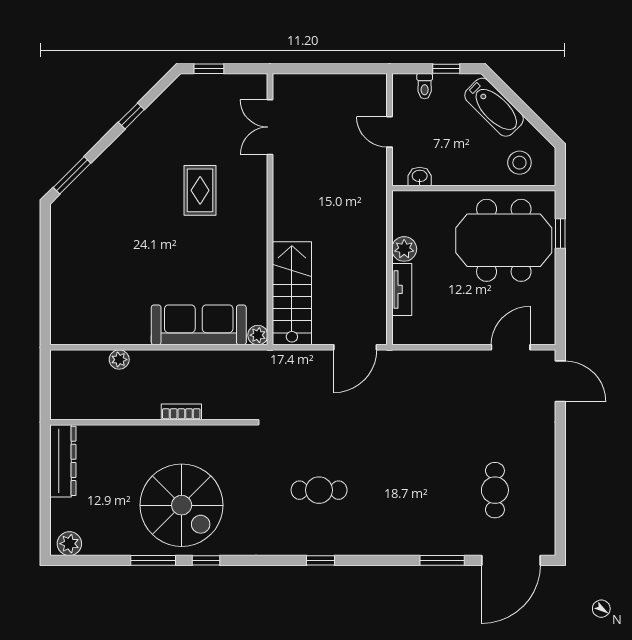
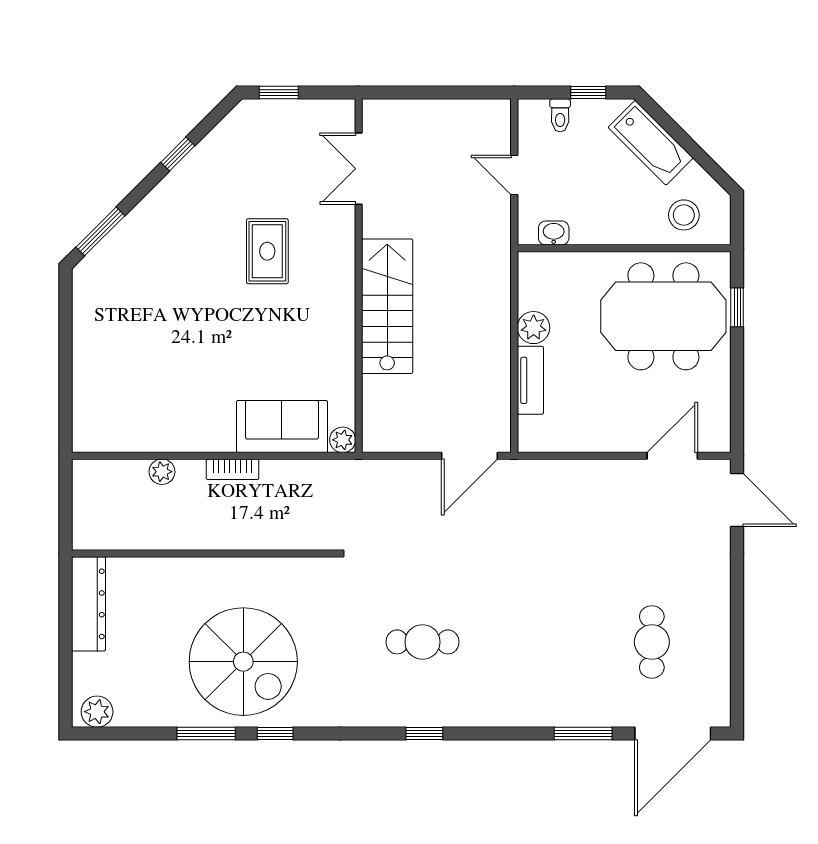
stairs: (292, 293) -> (387, 306), moved
sofa: (199, 325) -> (282, 427), width x0.73
bookcase: (181, 412) -> (233, 469), moved, turned 180

